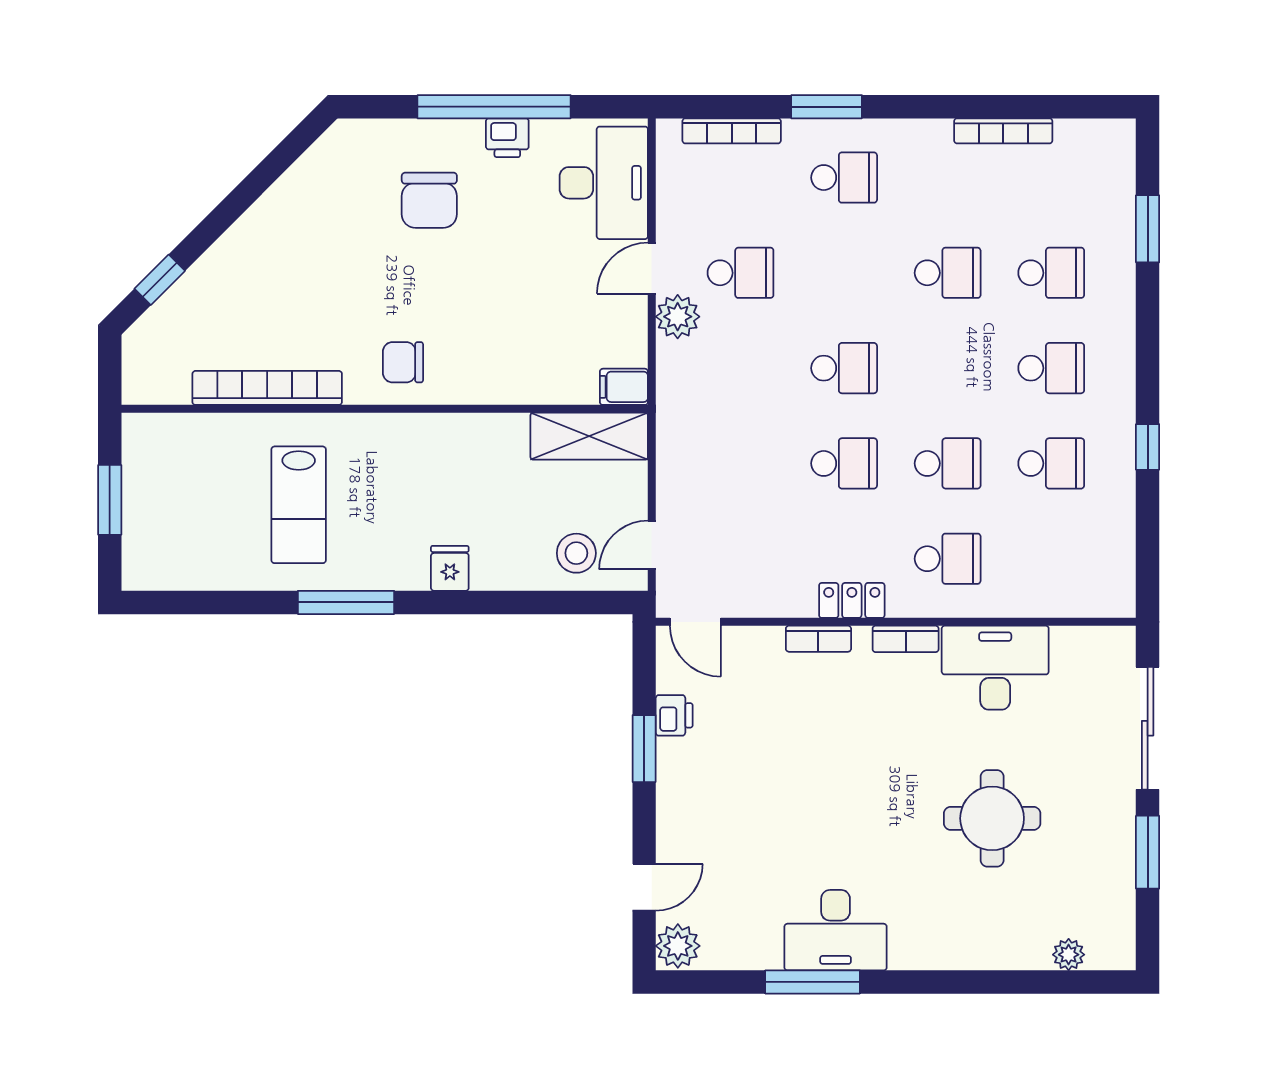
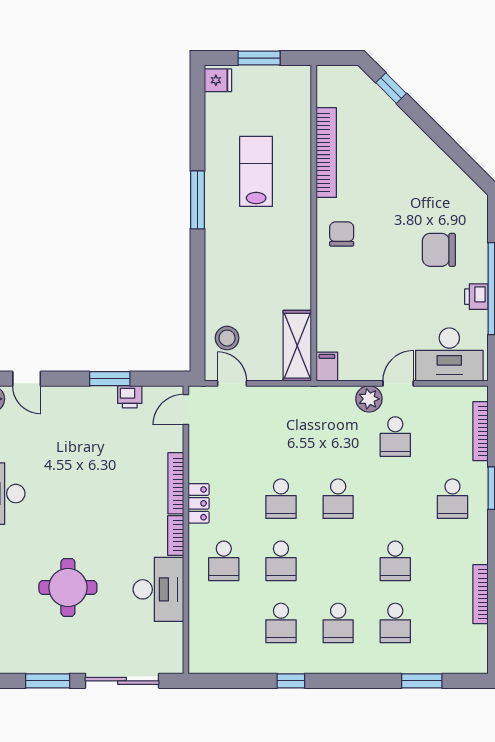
door: (652, 268) -> (398, 383), hinge flipped
lab bench: (299, 505) -> (256, 171), turned 90
fridge: (450, 568) -> (218, 80), moved
bookcase: (818, 639) -> (176, 483), width x1.56

